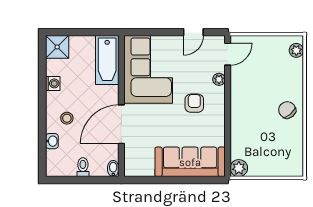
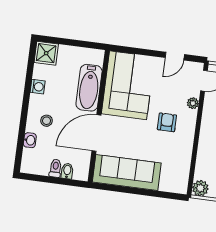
bathtub: (107, 60) -> (89, 88), moved
sofa: (190, 162) -> (127, 173), moved
bidet: (113, 168) -> (67, 171), moved

